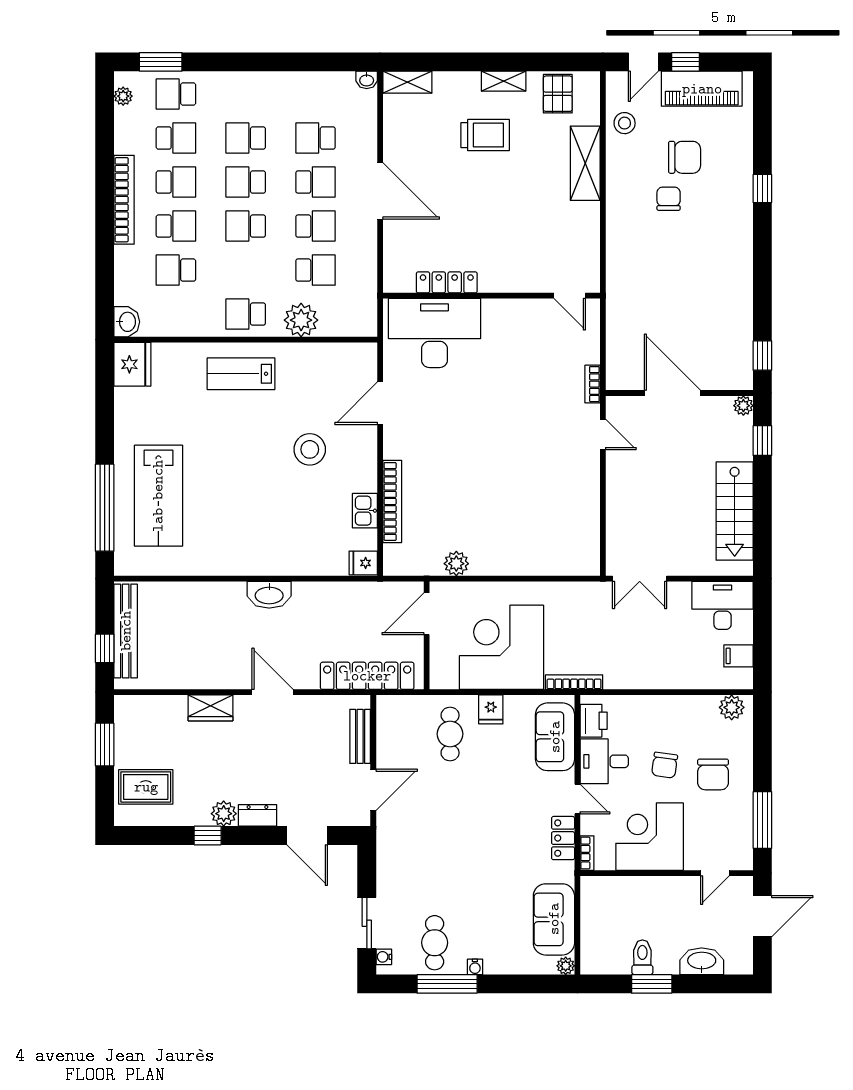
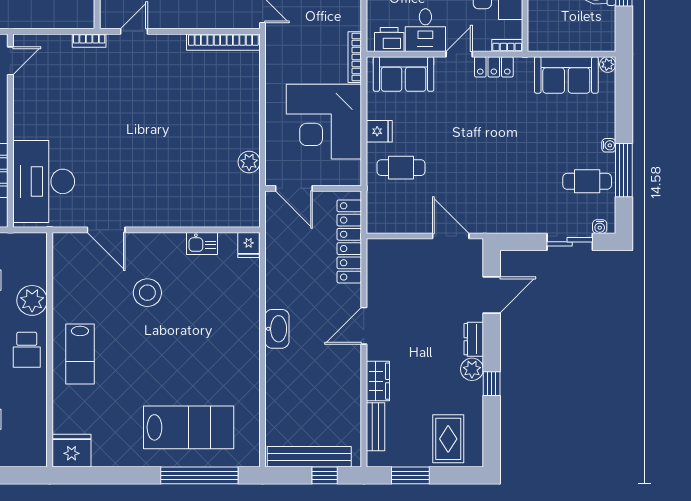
washbasin: (127, 322) -> (34, 456), removed
bookcase: (392, 501) -> (223, 42), moved, turned 180
bench: (360, 736) -> (375, 427), moved, turned 90

